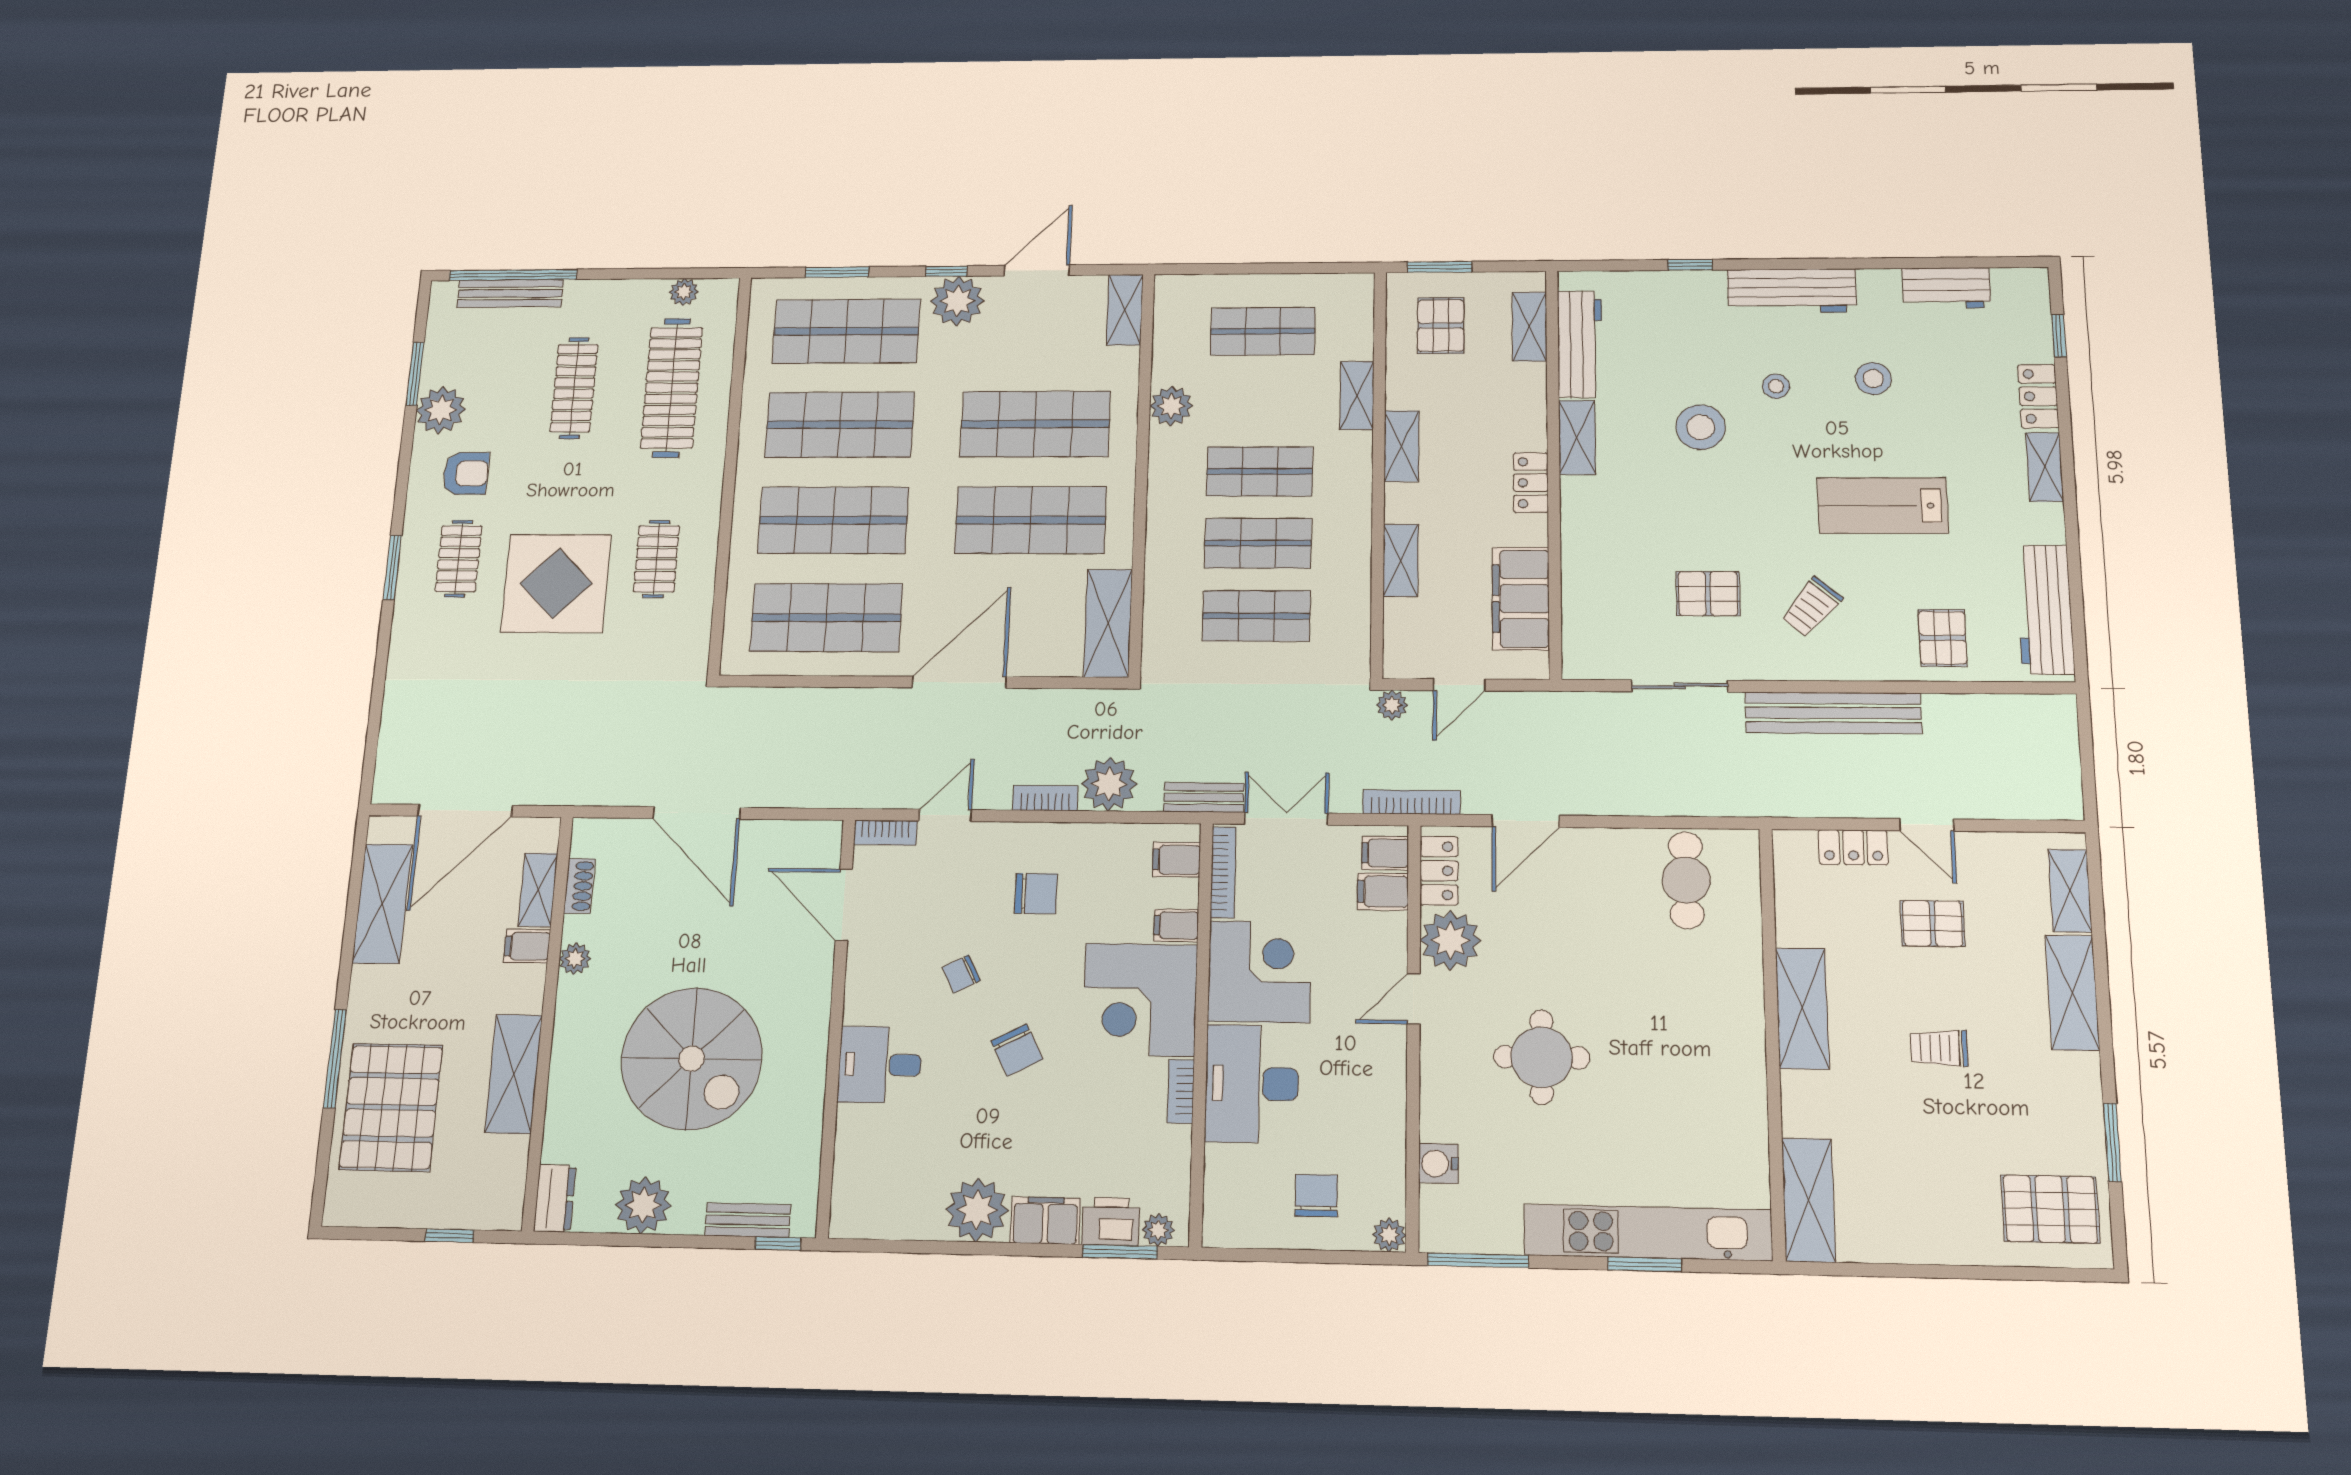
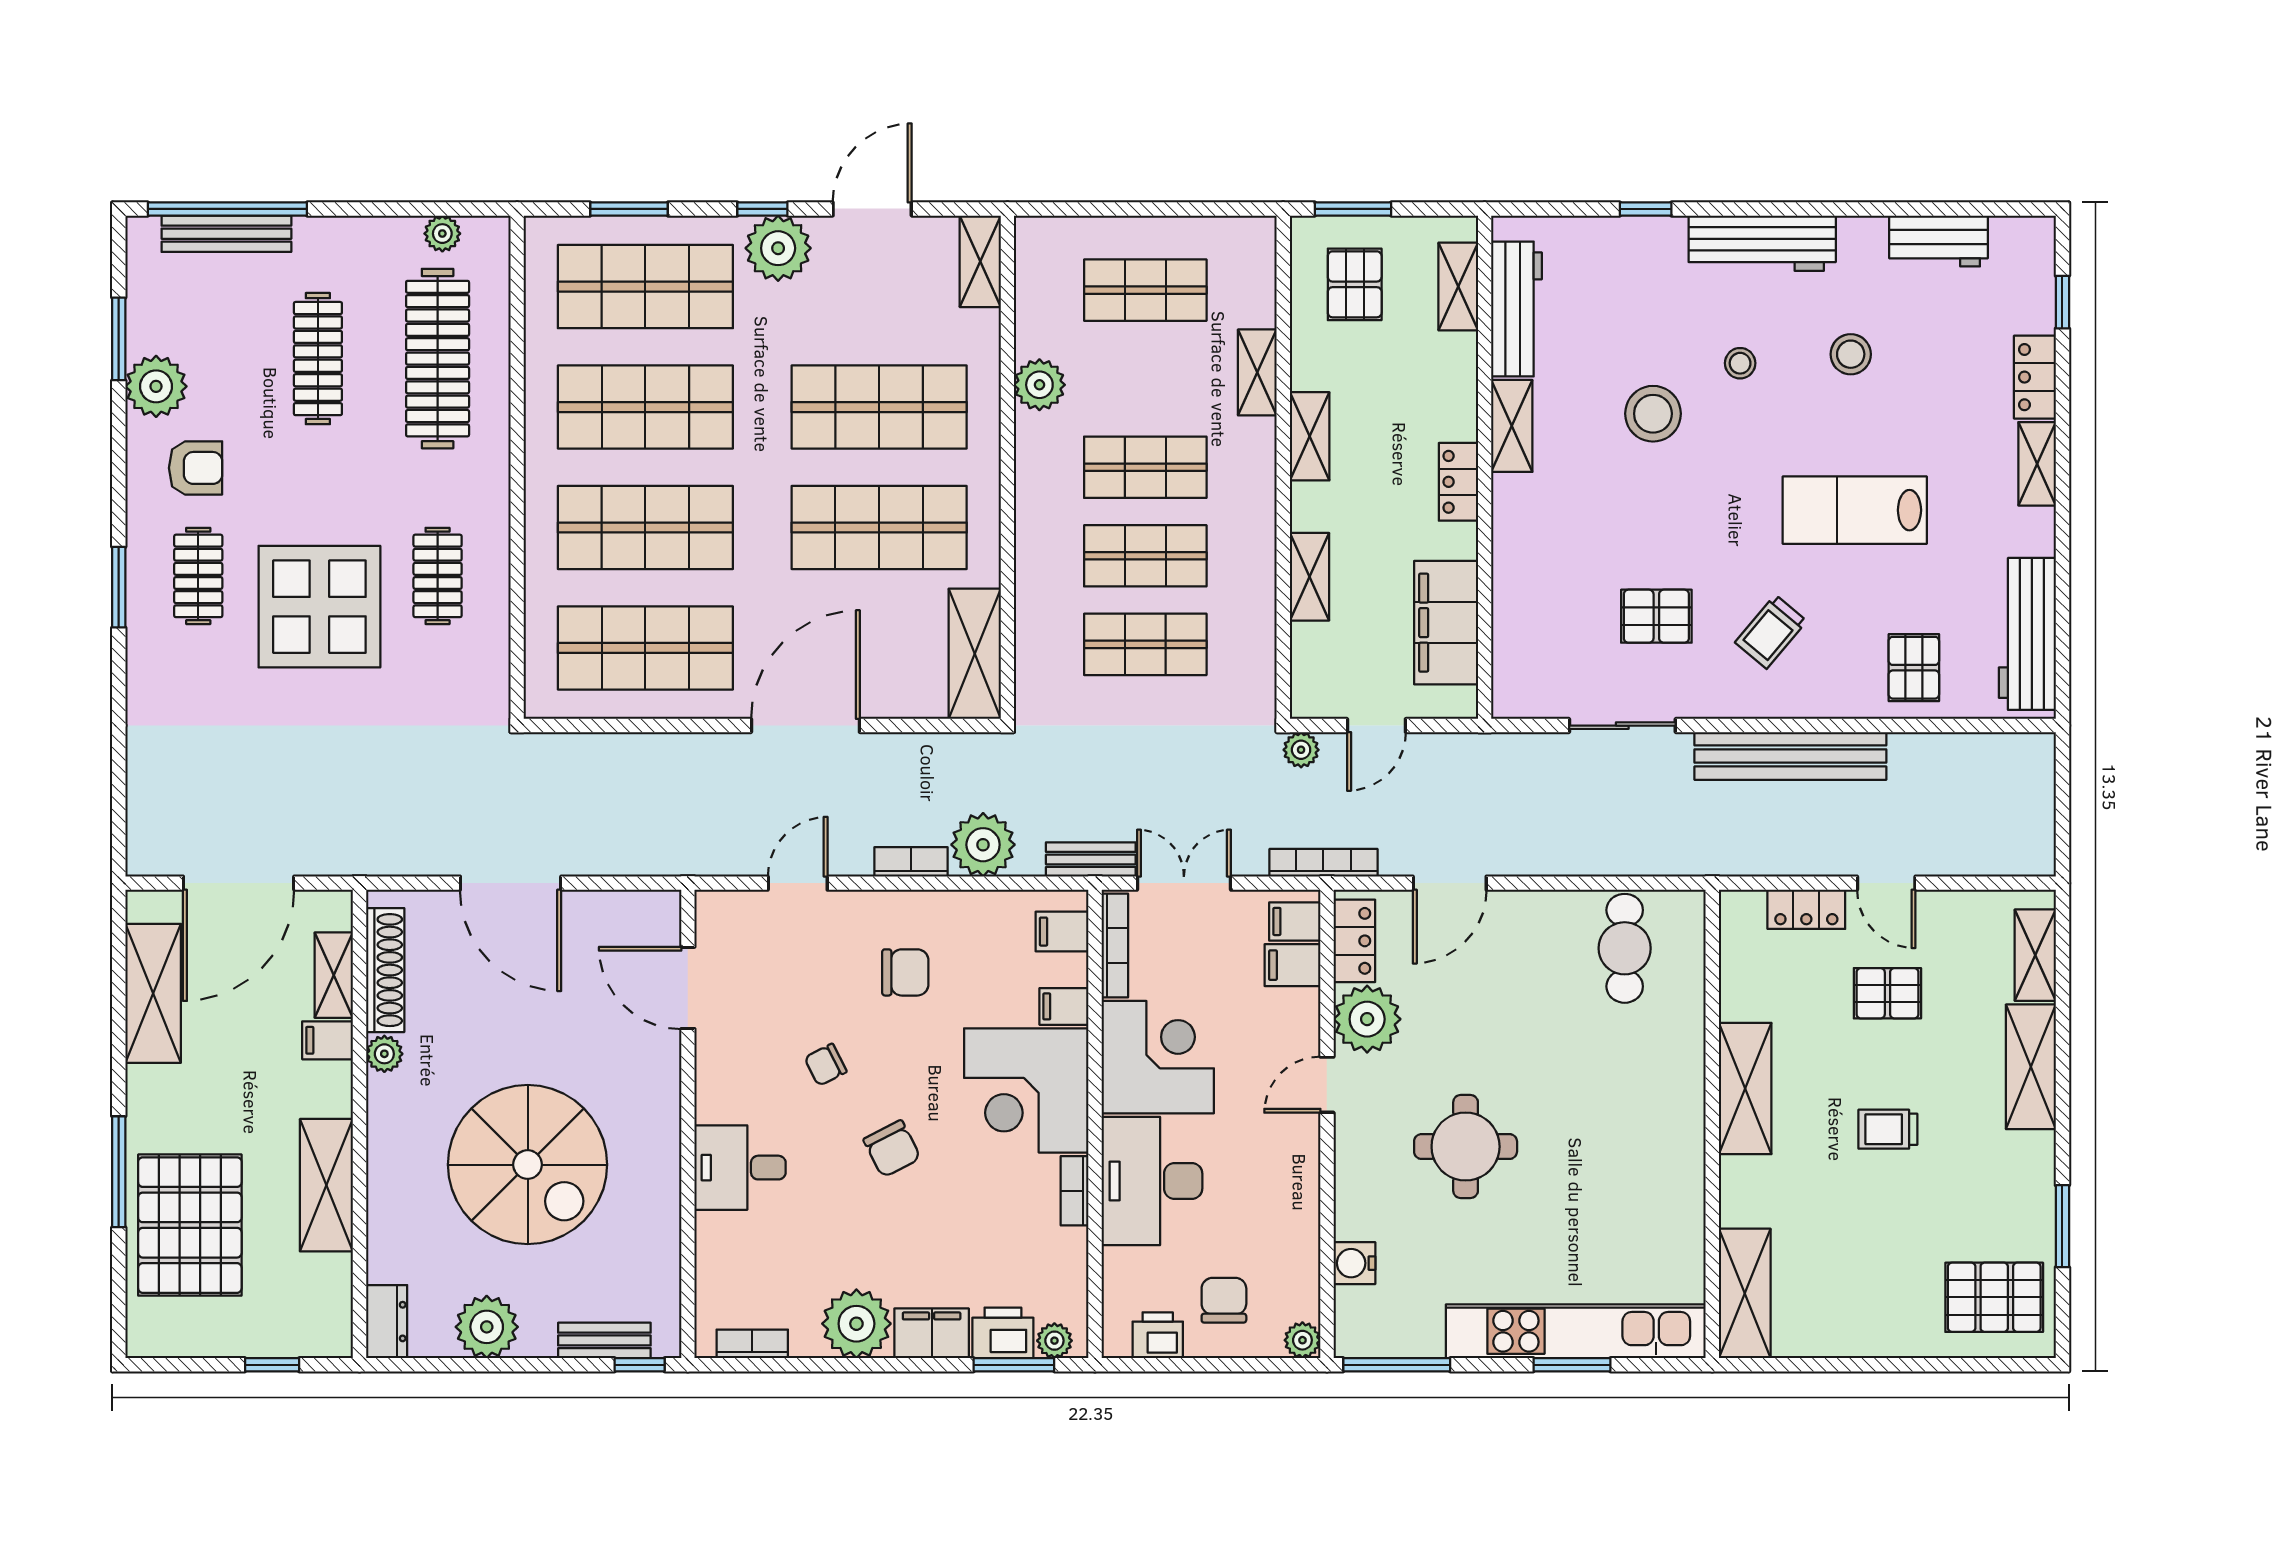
bookcase: (885, 833) -> (752, 1344), moved, turned 180
shoe rack: (579, 886) -> (385, 970), width x1.94, depth x1.24
printer: (1254, 1227) -> (1158, 1335), added

